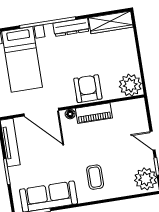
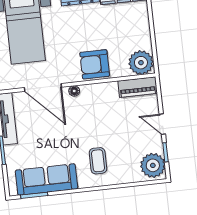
armchair: (88, 89) -> (95, 64), turned -90
piano: (94, 113) -> (138, 87), moved

